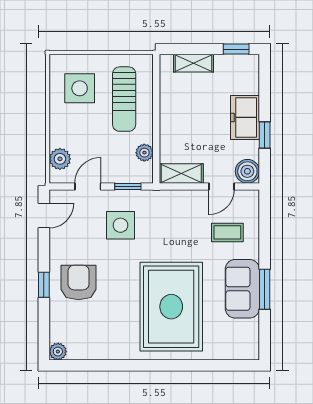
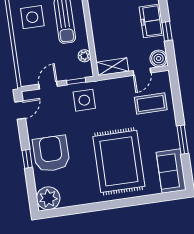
plant: (60, 159) -> (26, 69), removed
side table: (120, 225) -> (84, 100), moved
coffee table: (227, 232) -> (151, 103), width x1.36, depth x1.30
armchair: (79, 282) -> (51, 154), width x1.36, depth x1.36
sofa: (242, 289) -> (171, 171), moved
plant: (58, 352) -> (48, 198), width x1.87, depth x1.87

